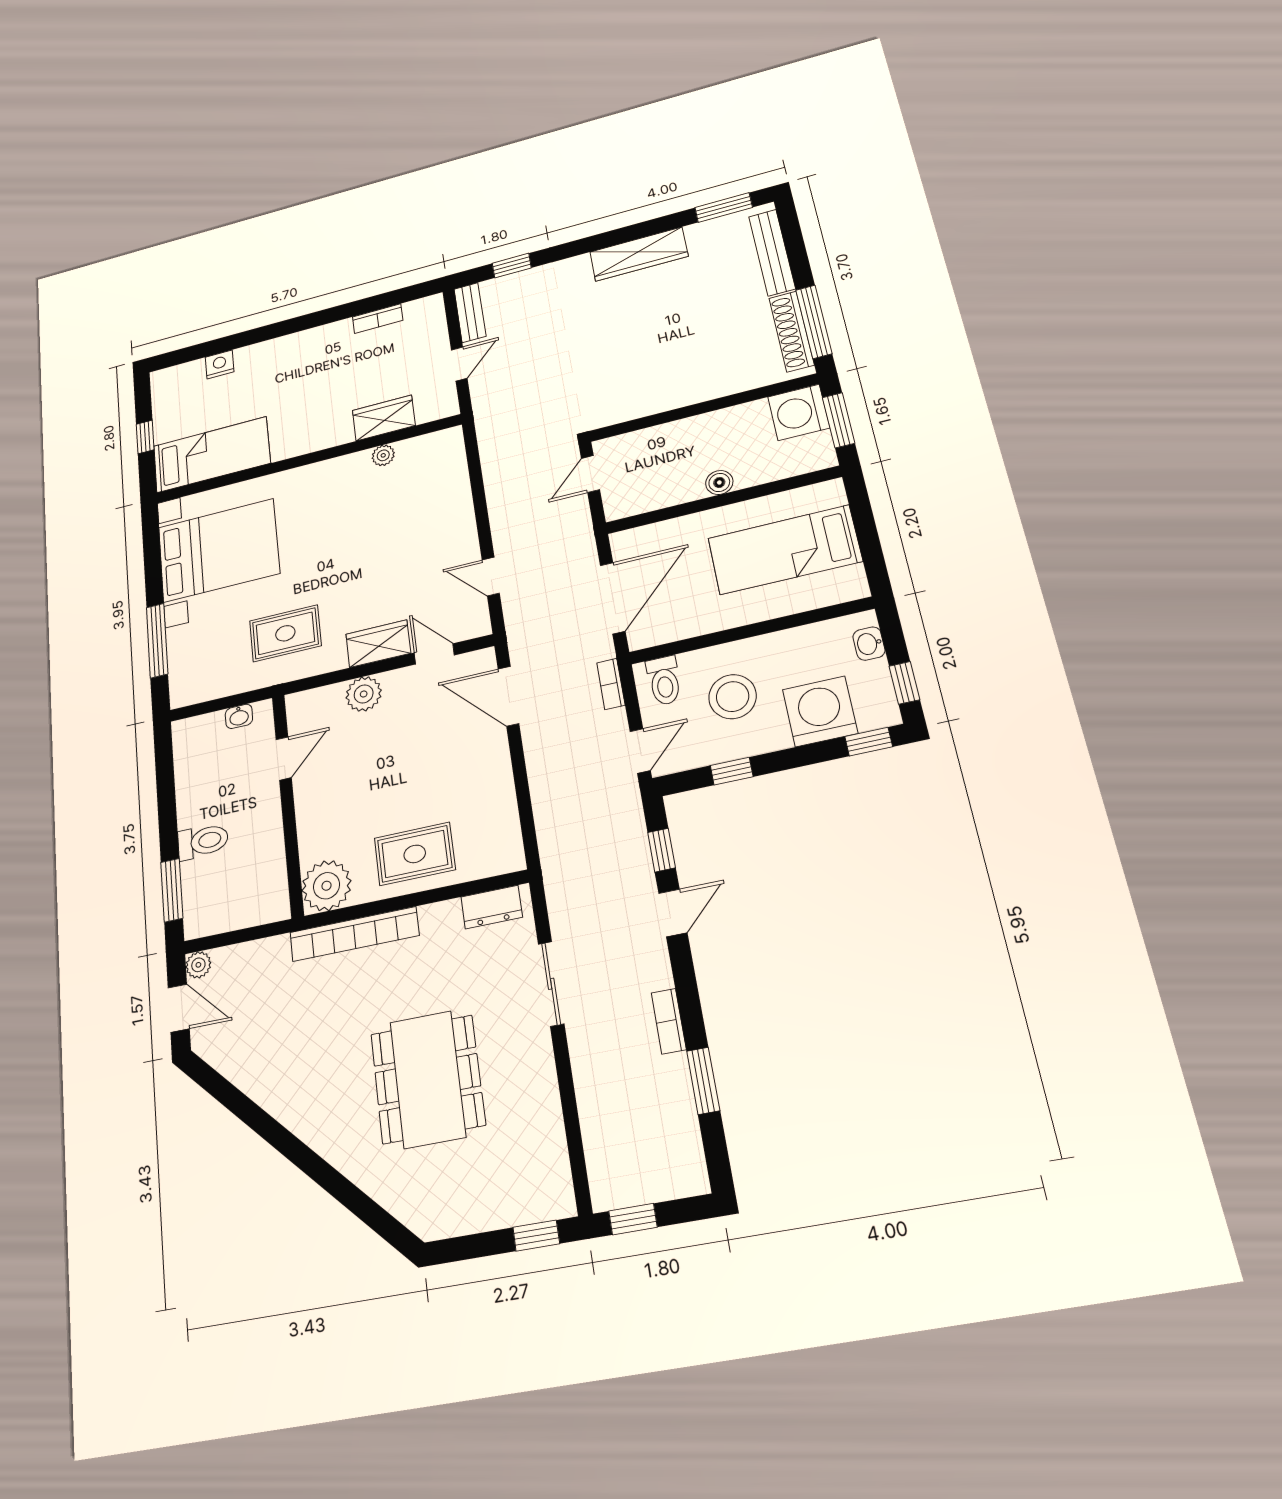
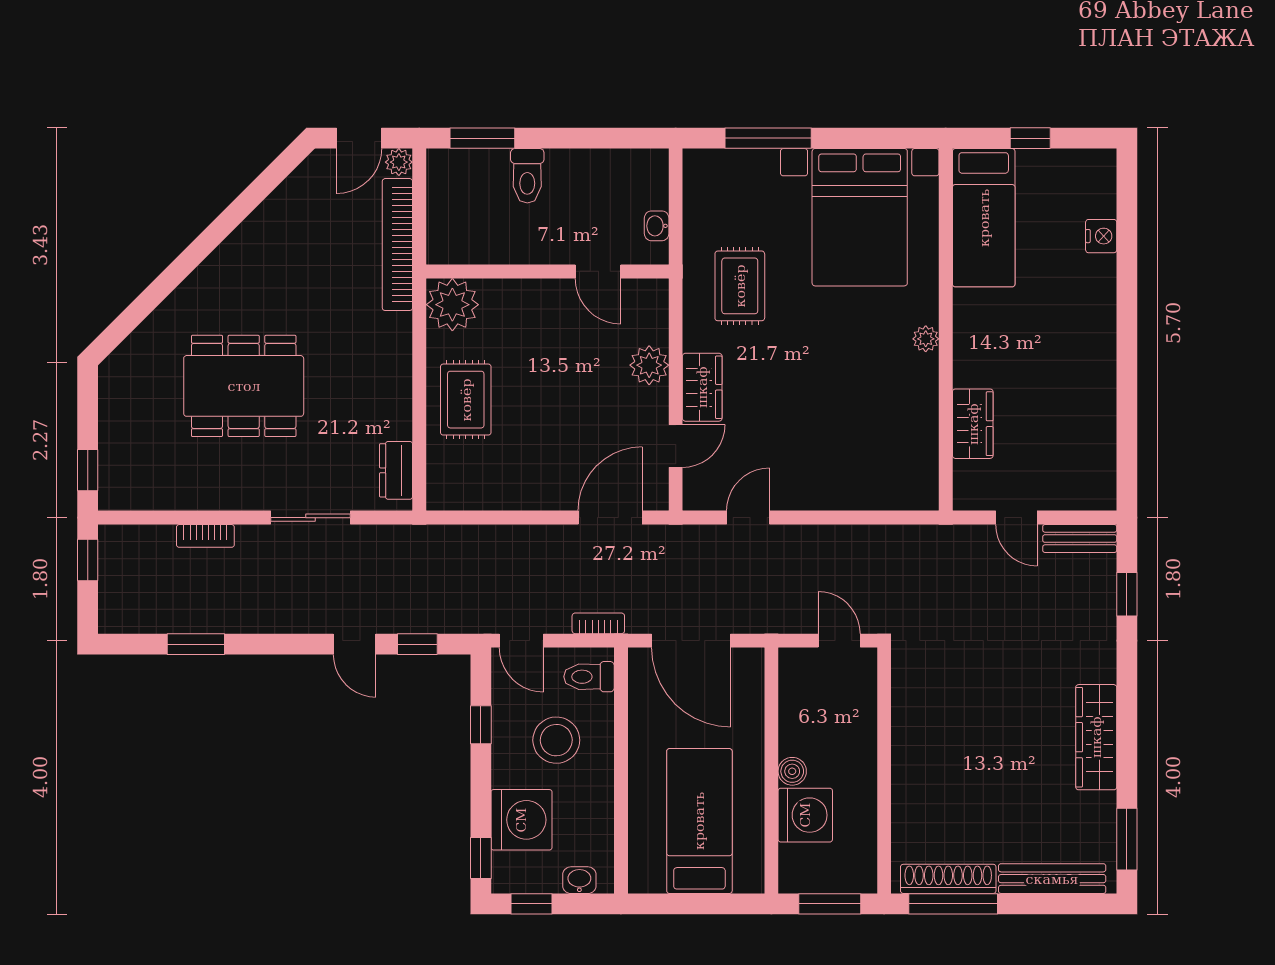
bookcase: (378, 319) -> (1105, 431), removed
washing machine: (799, 412) -> (805, 815), moved, turned 90
plant: (383, 455) -> (926, 339), moved
bookcase: (354, 934) -> (397, 245), moved
bookcase: (669, 1021) -> (205, 536), moved, turned 180

